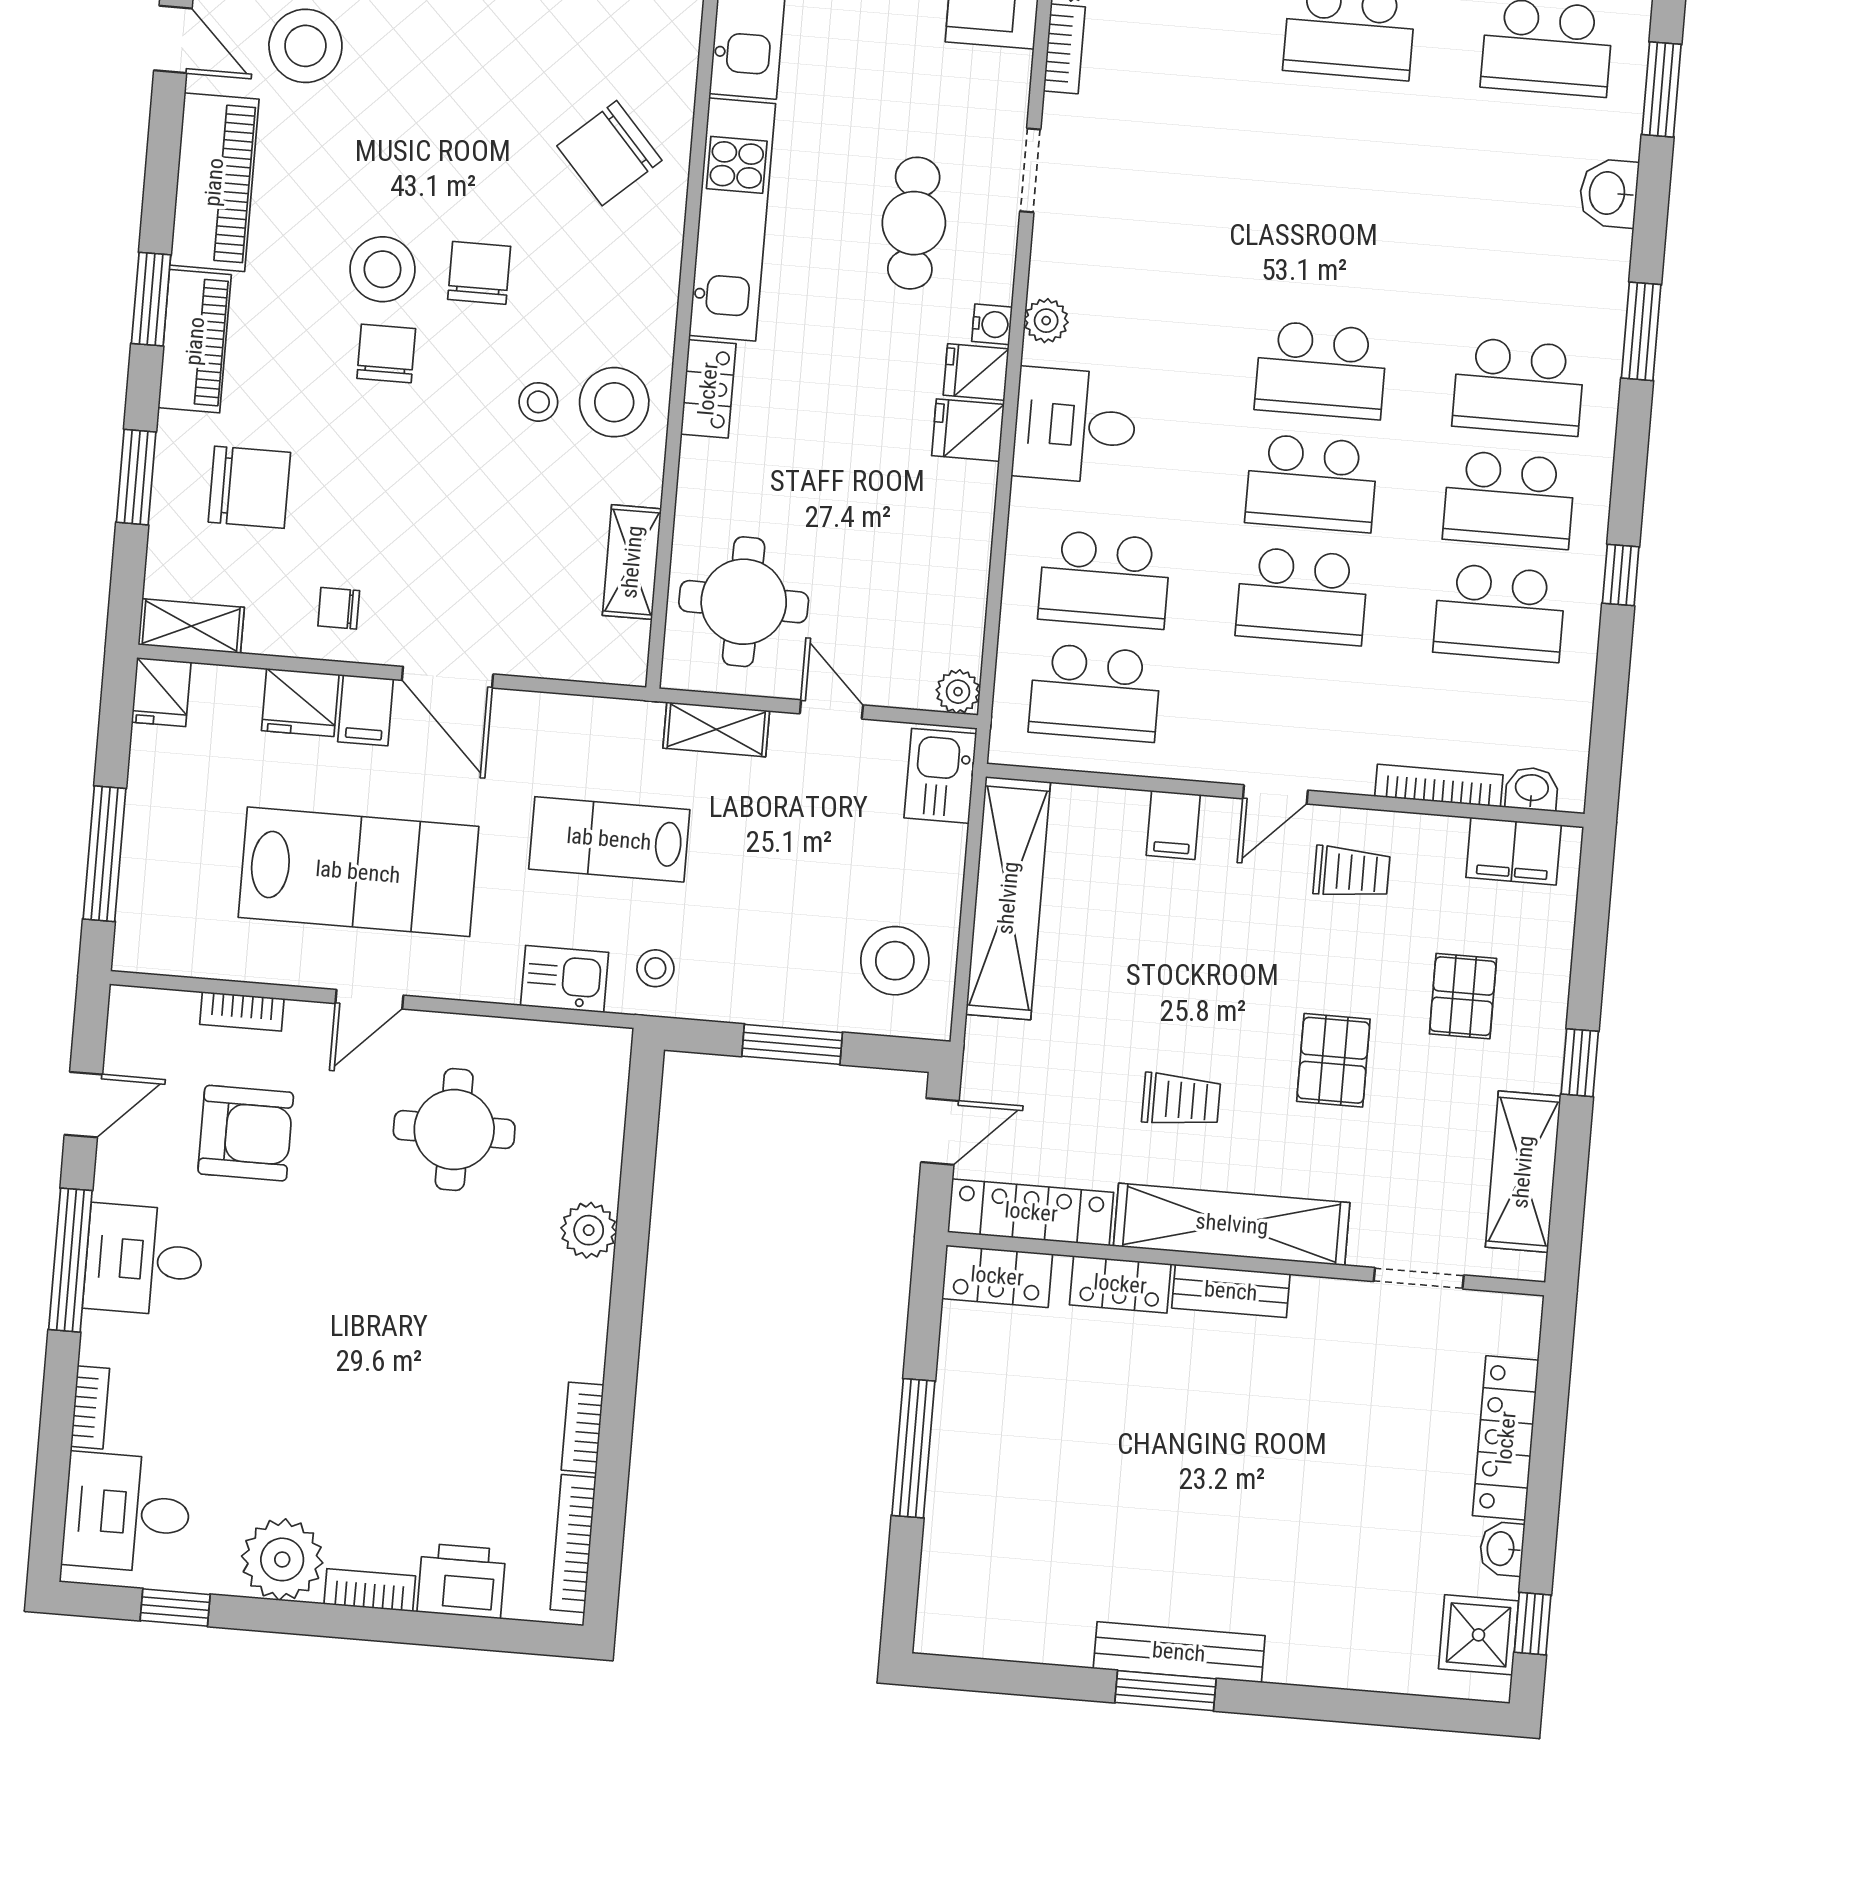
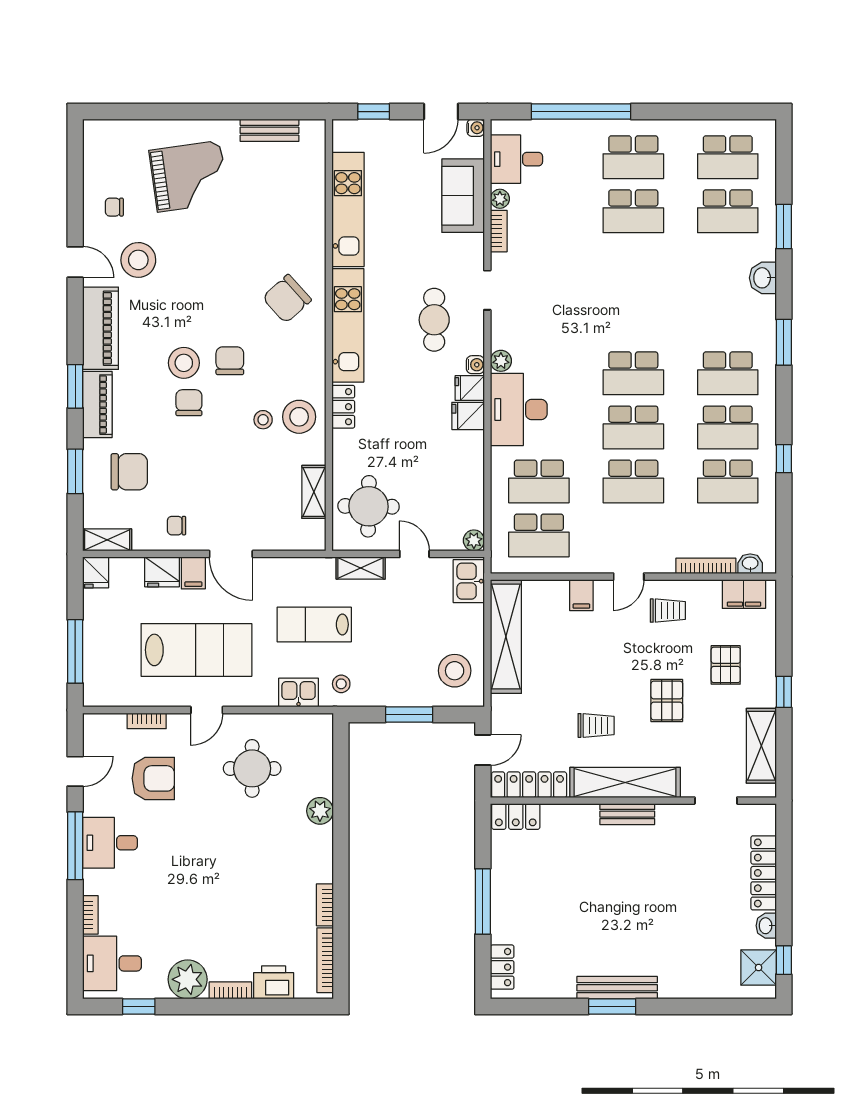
desk: (1075, 426) -> (519, 409), width x1.37
locker: (1120, 1284) -> (502, 967), moved, turned -90

